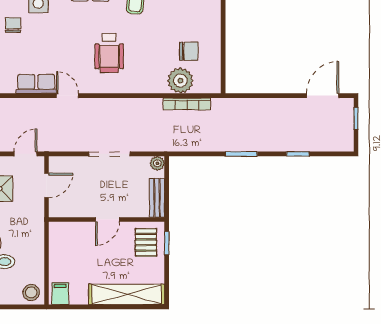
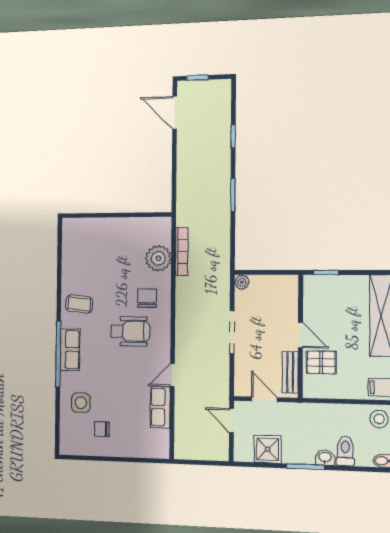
chair: (189, 51) -> (147, 298), moved
bench: (157, 198) -> (290, 372), moved, turned 90
pallet: (146, 242) -> (321, 362), moved

